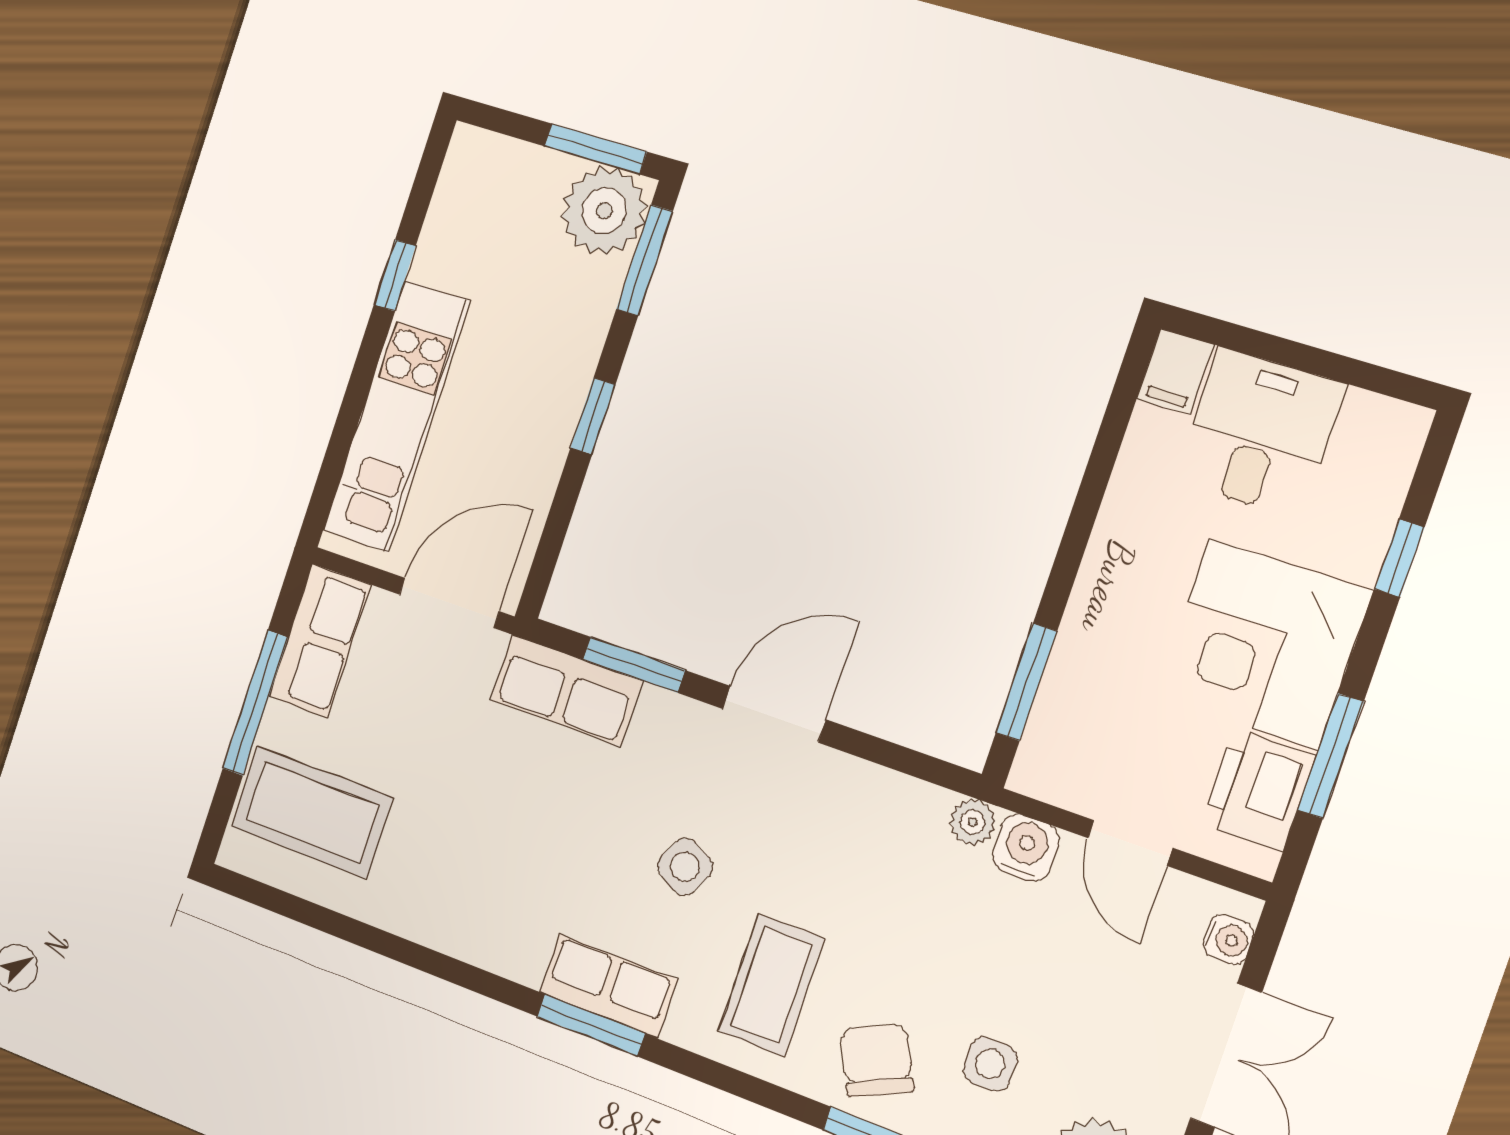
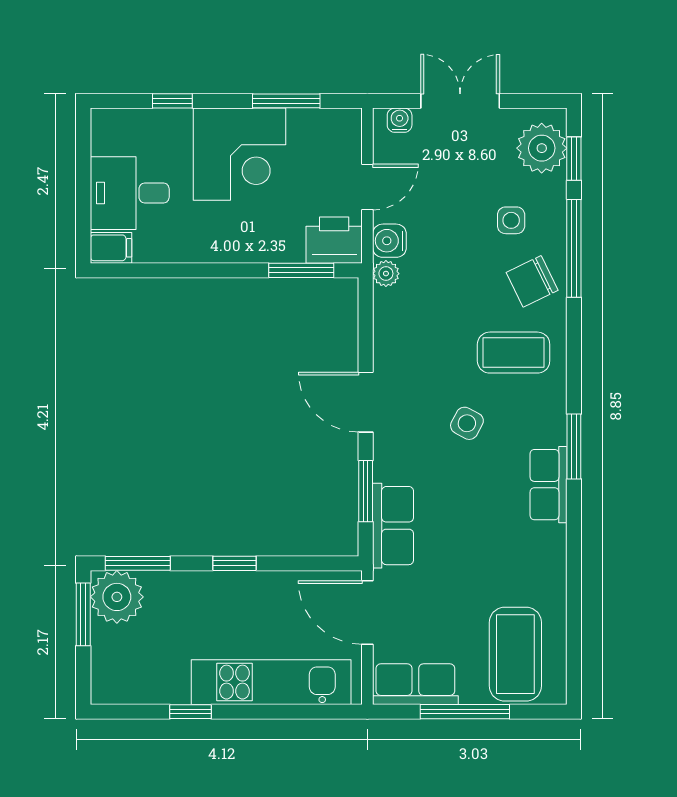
printer: (1258, 790) -> (334, 240), moved, turned 180
row of seats: (608, 986) -> (549, 485), moved

